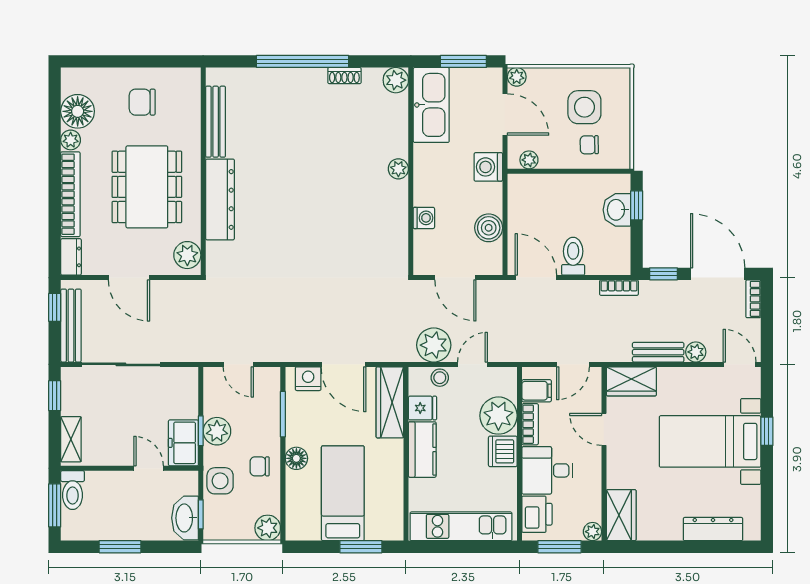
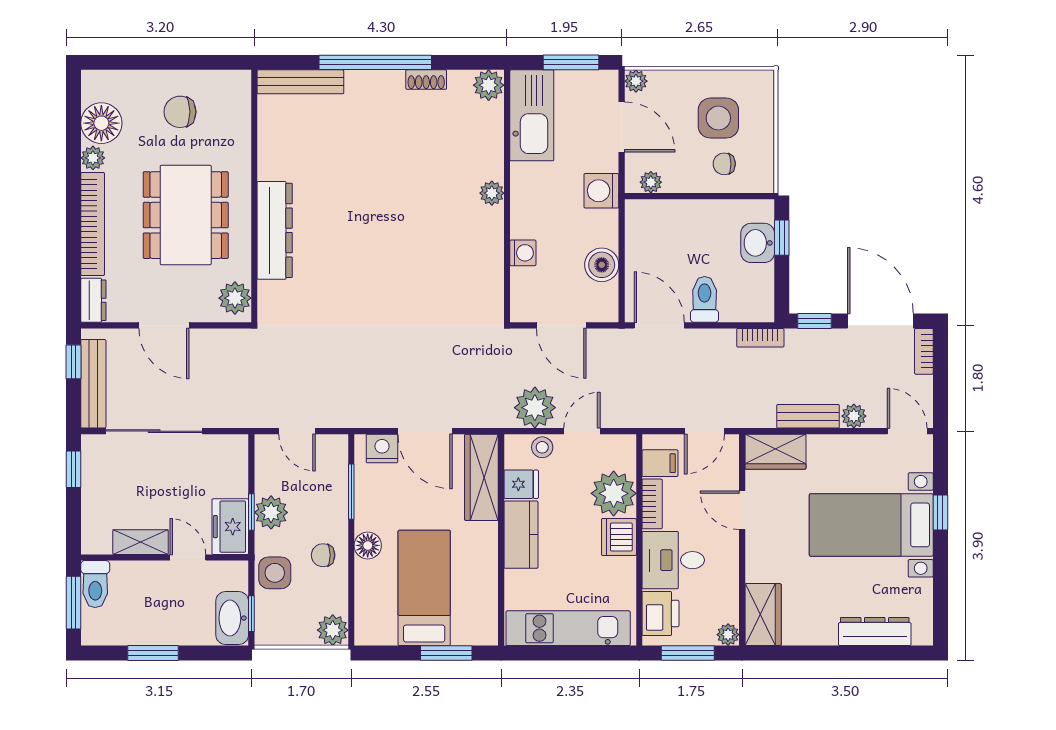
bench: (216, 122) -> (300, 82), moved, turned 90
shelving: (71, 439) -> (141, 542), moved, turned 90

